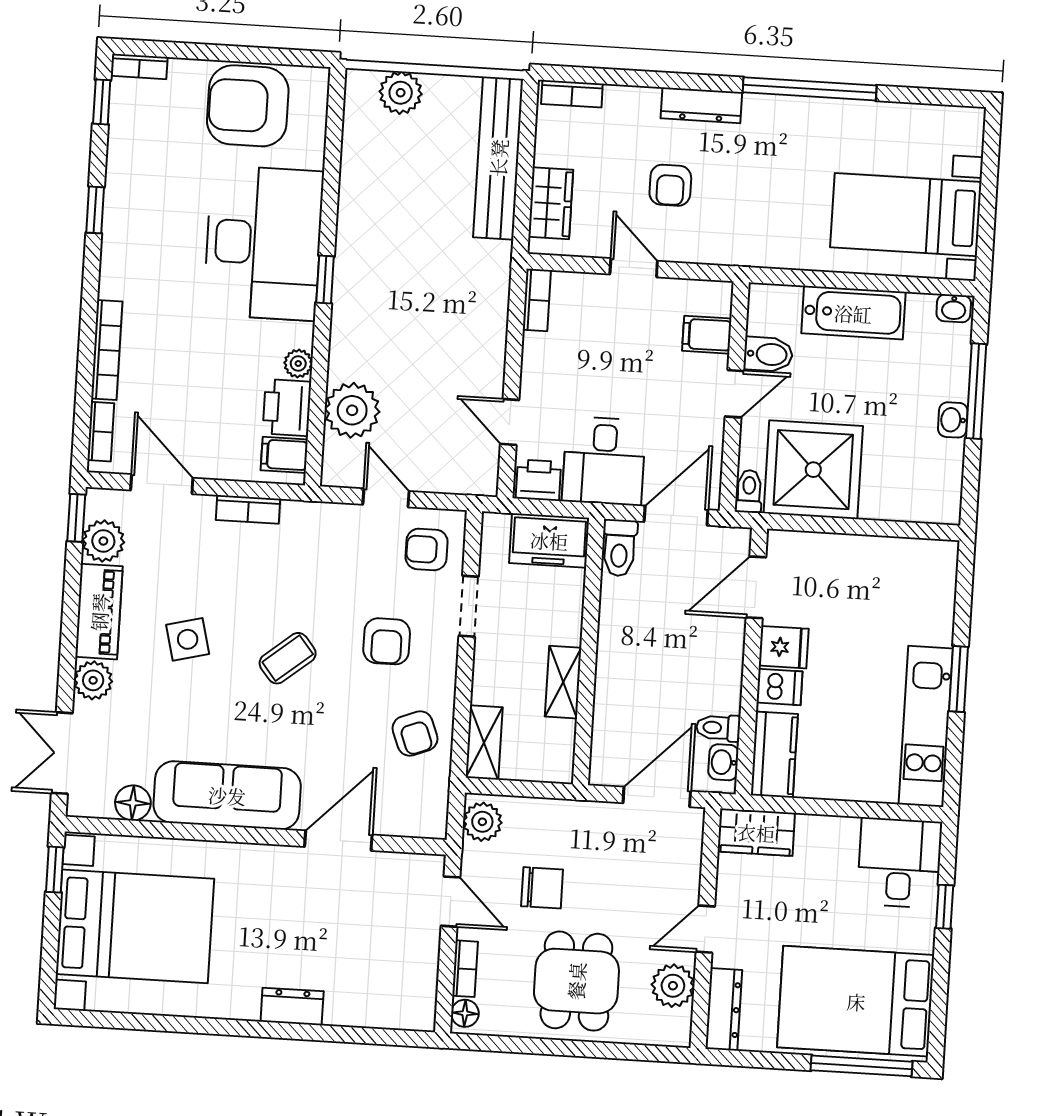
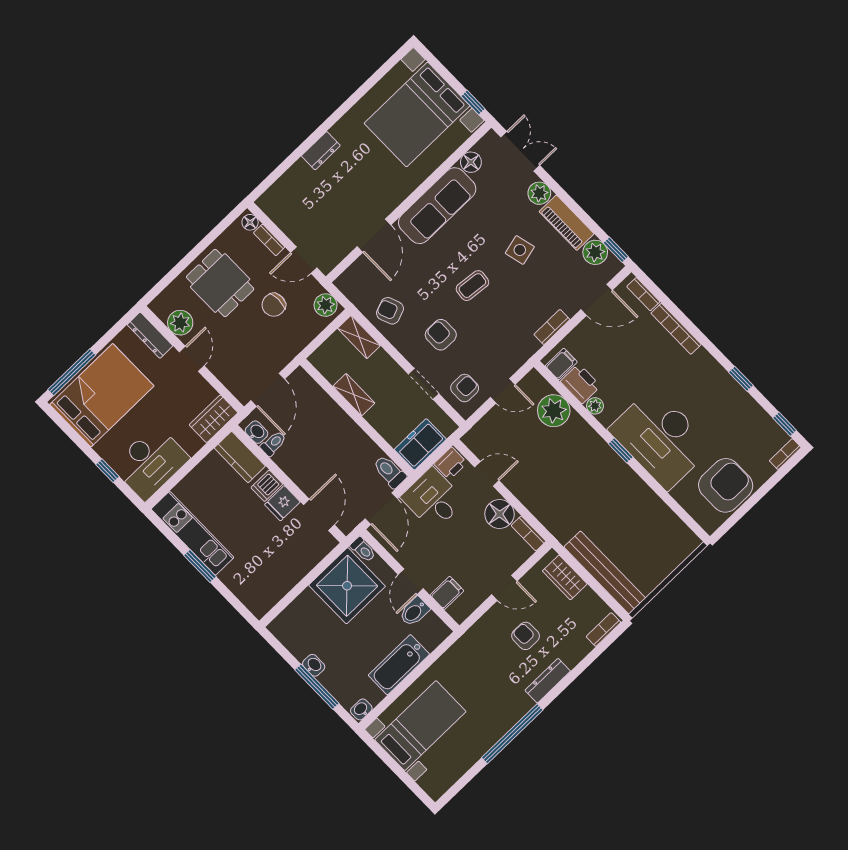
plant: (401, 93) -> (671, 556), removed
floor lamp: (546, 359) -> (499, 514), added
coffee table: (288, 658) -> (472, 286), turned 45
desk: (900, 863) -> (150, 462), width x1.37

